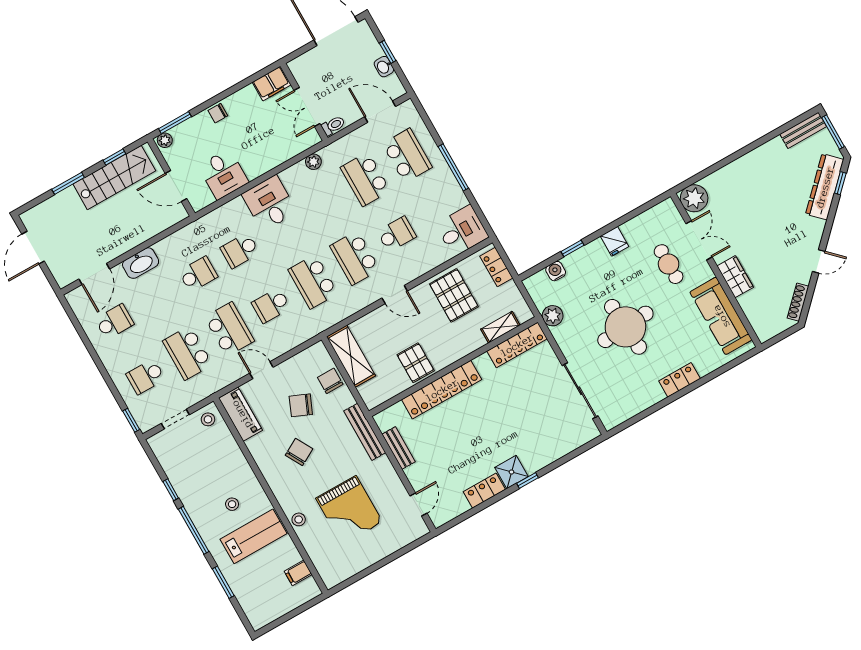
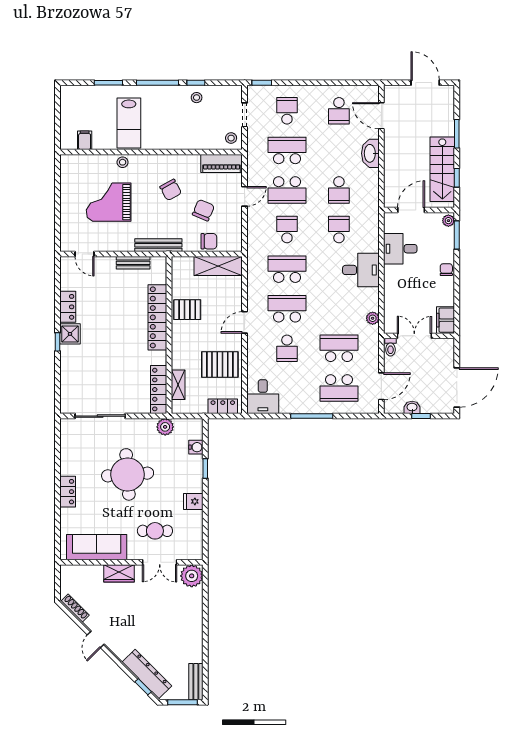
stool: (232, 504) -> (197, 98), moved

